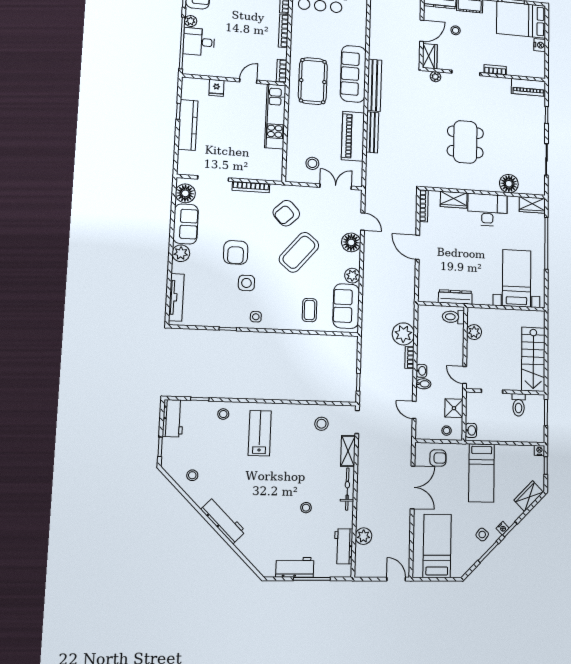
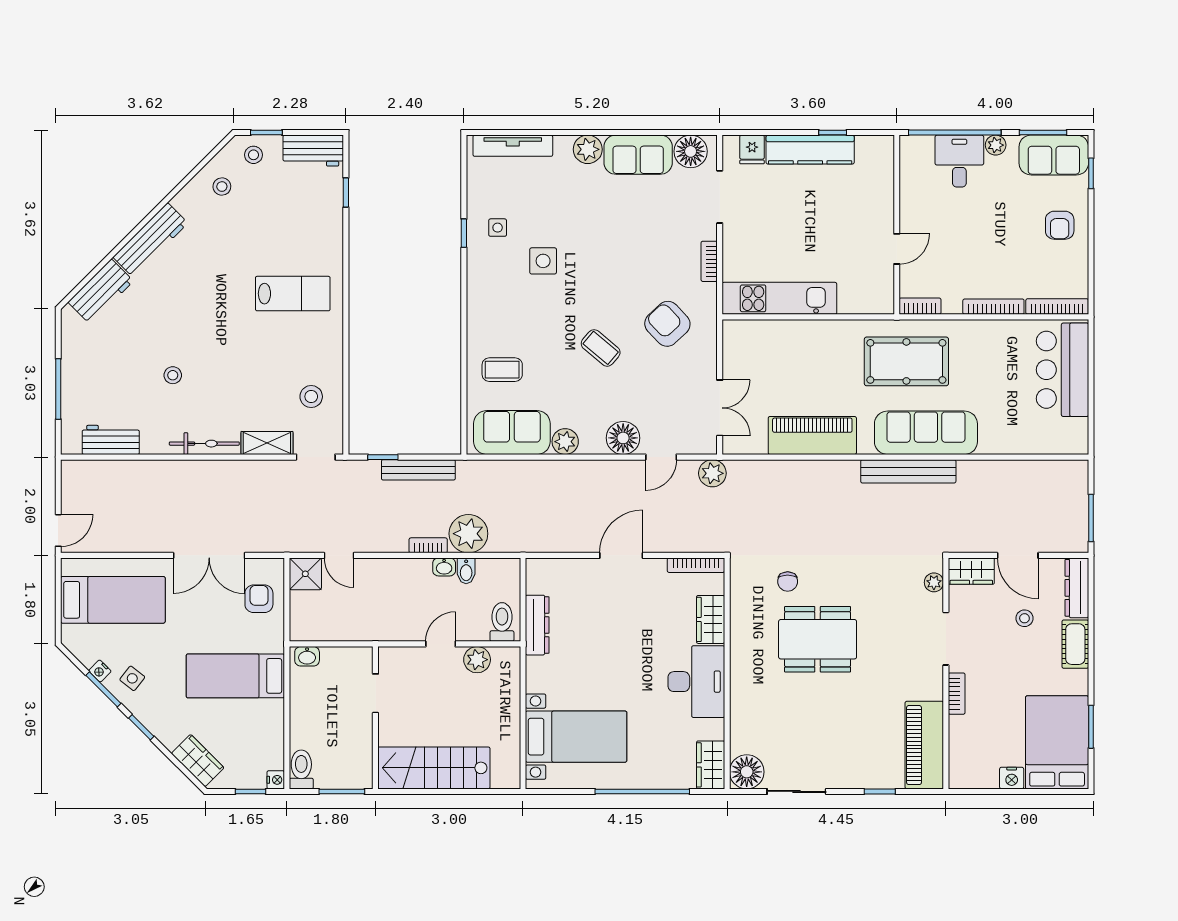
door: (248, 81) -> (897, 249), hinge flipped
piano: (528, 87) -> (924, 745), width x1.37, depth x1.33
fridge: (216, 88) -> (752, 149), moved, turned -90
kitchen unit: (275, 116) -> (779, 298), moved
bench: (372, 132) -> (418, 470), moved
chair: (434, 156) -> (788, 582), added
stool: (312, 163) -> (758, 366), removed
floor lamp: (509, 184) -> (747, 772), moved
bookcase: (251, 187) -> (709, 261), width x0.64
armchair: (236, 252) -> (594, 240), removed
coffee table: (299, 252) -> (601, 348), width x0.54, depth x0.58
side table: (256, 317) -> (498, 228), moved
washbasin: (421, 371) -> (444, 567), moved
door: (465, 375) -> (441, 644), moved
bidet: (423, 384) -> (466, 571), moved
toilet: (519, 405) -> (301, 769), moved, turned 90
shower: (454, 408) -> (305, 574), moved
door: (414, 410) -> (339, 555), swing flipped
stool: (223, 414) -> (253, 155), moved
stool: (447, 431) -> (306, 613), removed
armchair: (438, 458) -> (259, 599), turned 180
nightstand: (503, 528) -> (100, 671), moved
plant: (363, 536) -> (712, 473), moved
workbench: (295, 567) -> (101, 292), moved, turned 45

